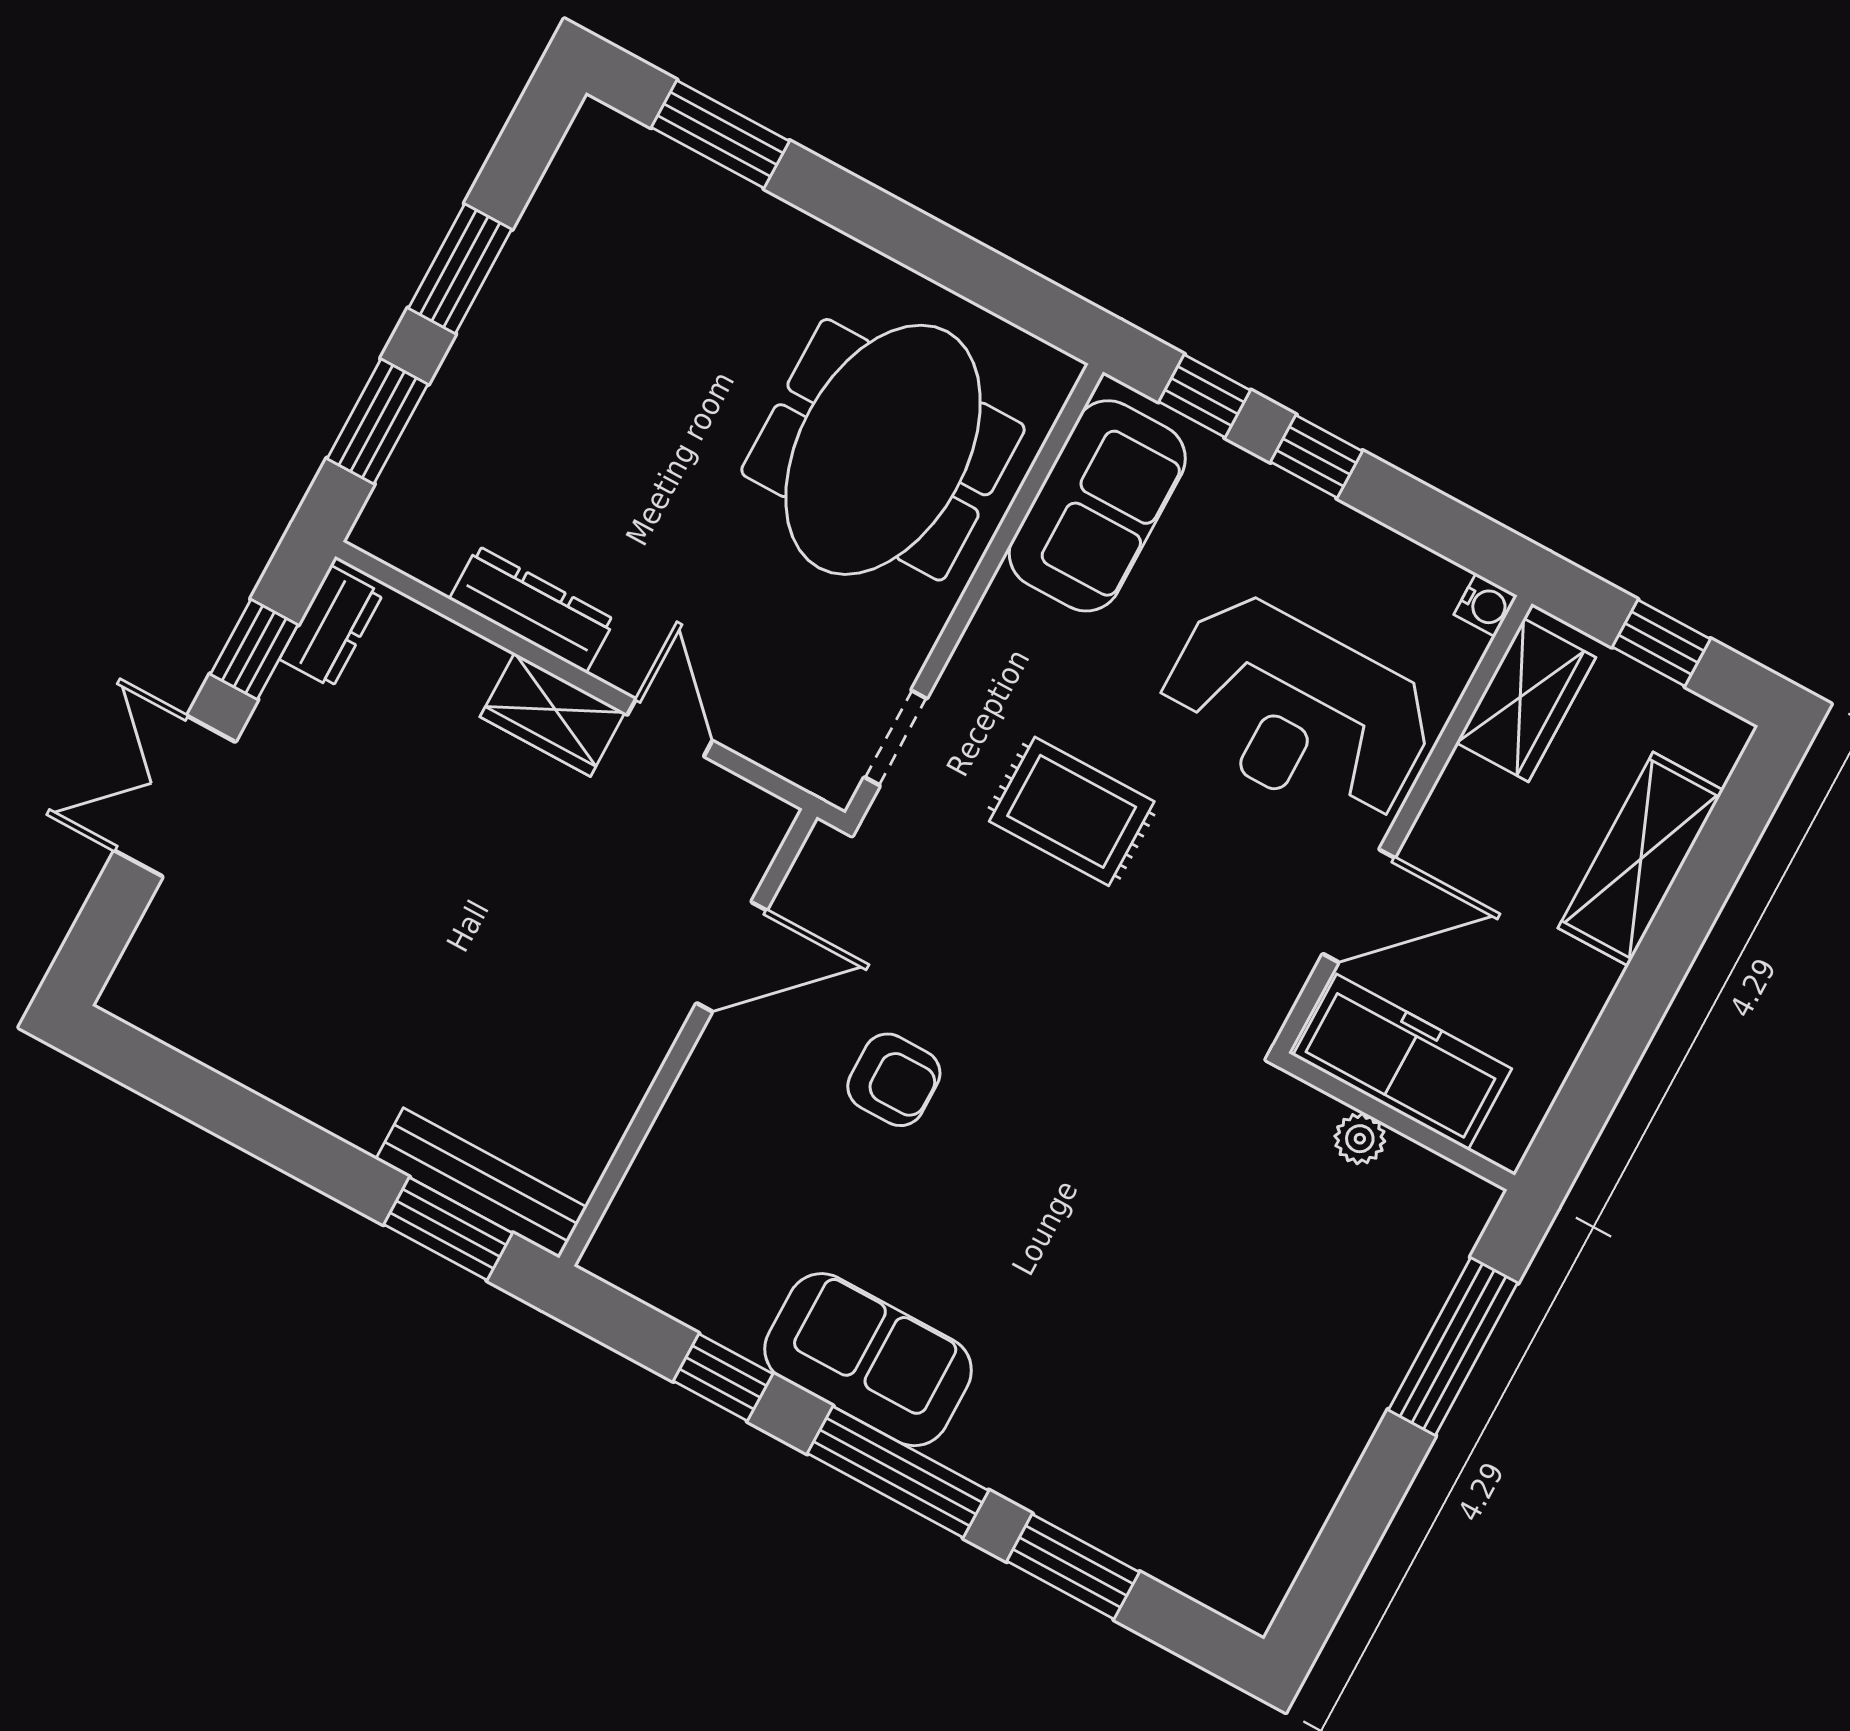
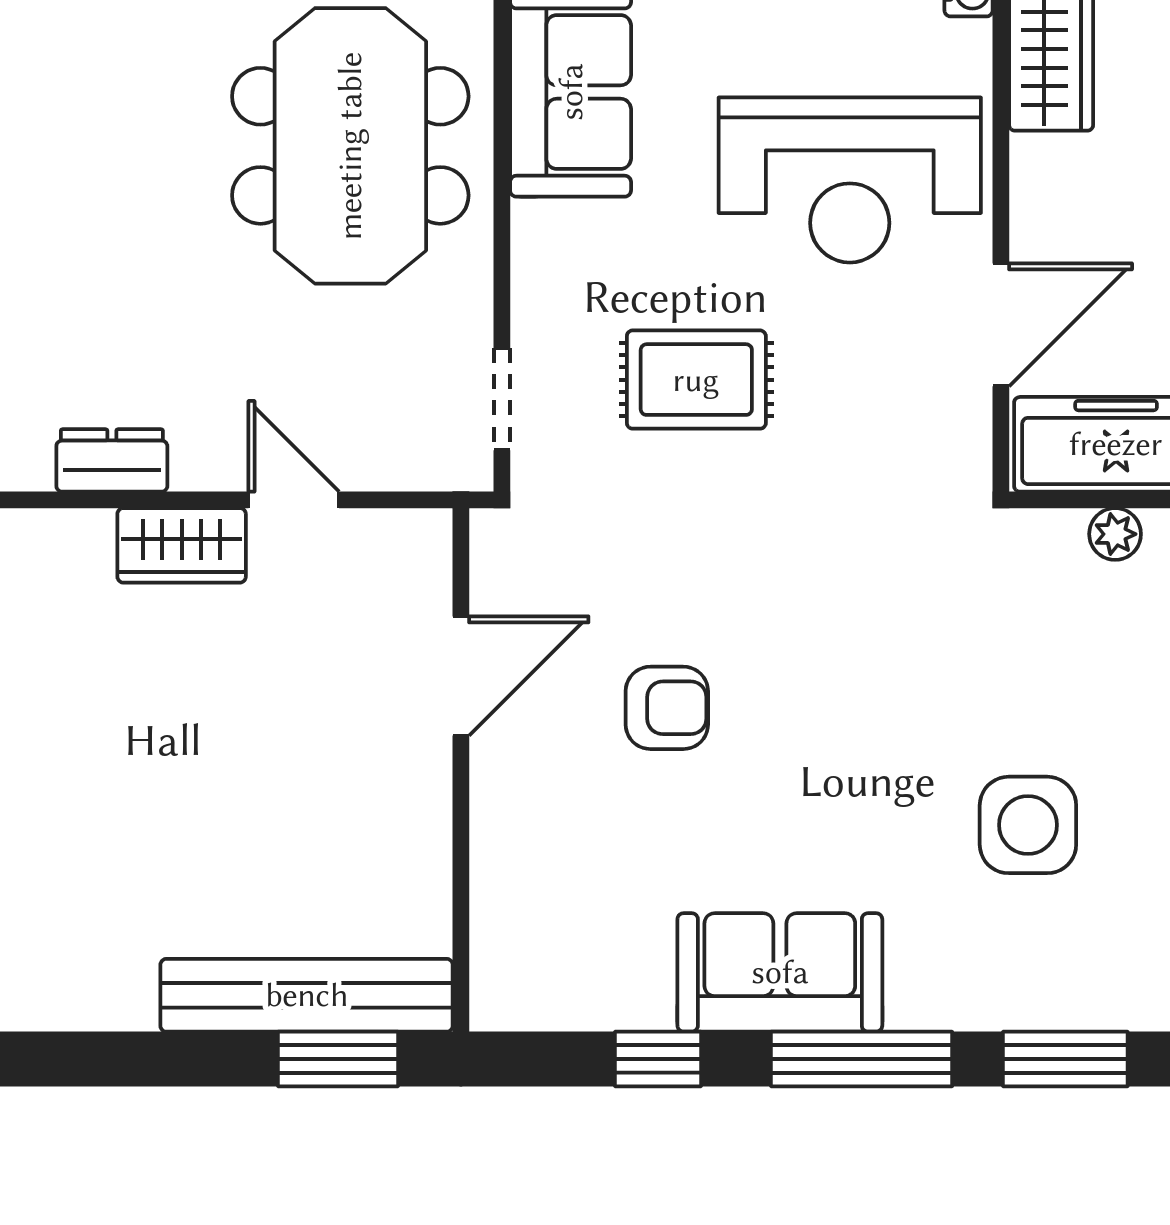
dresser: (532, 609) -> (112, 460), width x0.70
bench: (481, 1183) -> (307, 995), width x1.37, depth x1.21
side table: (1150, 1348) -> (1028, 825), added

